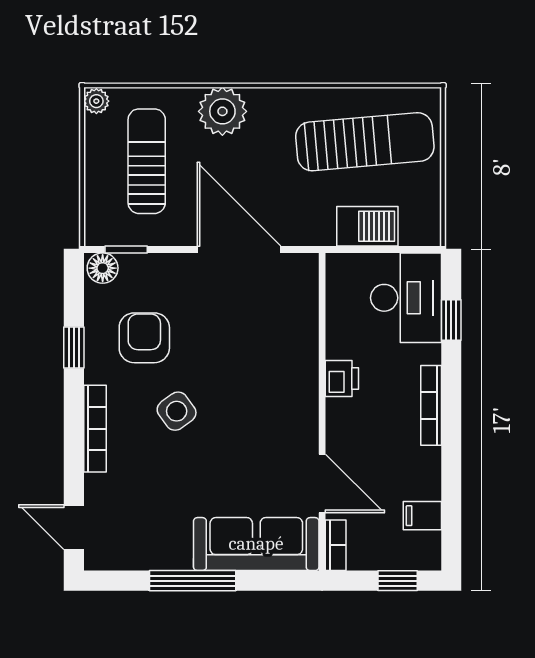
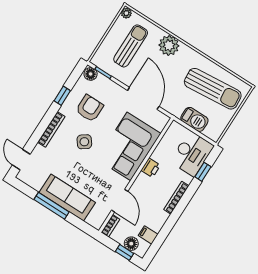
corner sofa: (271, 364) -> (129, 146), added
sofa: (256, 544) -> (67, 198), moved
floor lamp: (400, 554) -> (131, 244), added

